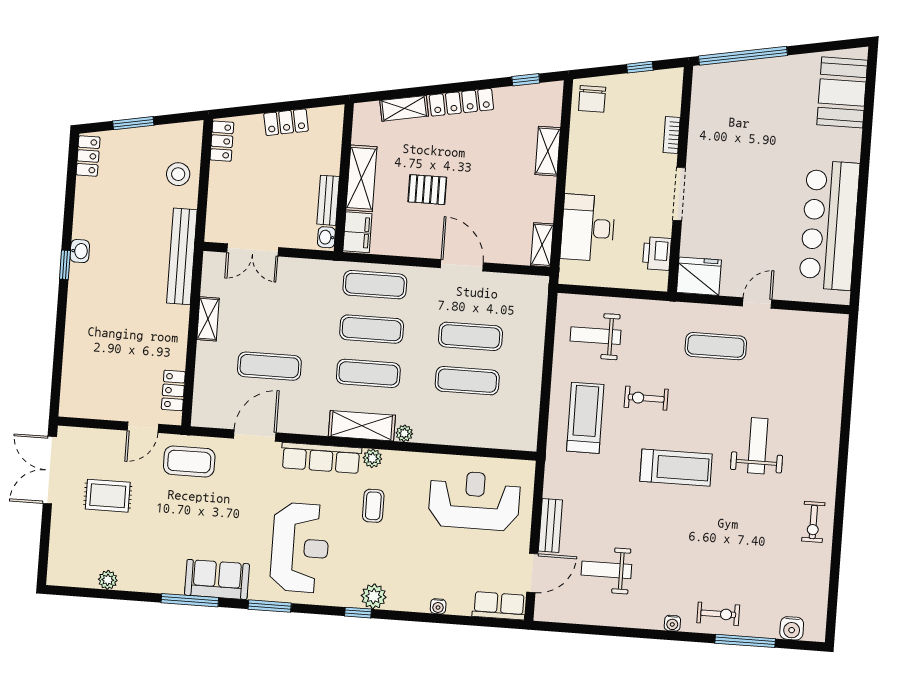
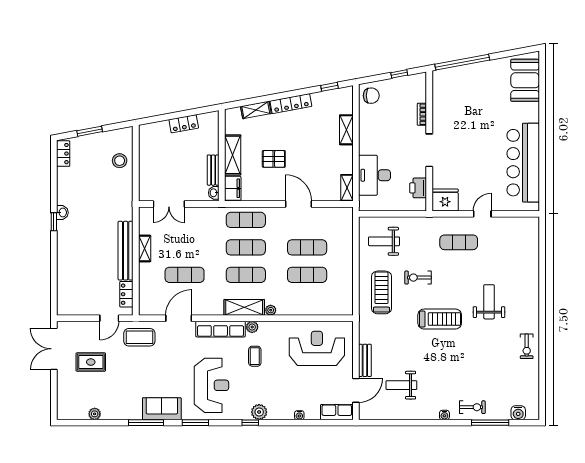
chair: (592, 99) -> (371, 96), turned -90
locker: (222, 141) -> (145, 138), removed
bench: (182, 256) -> (126, 251), moved

